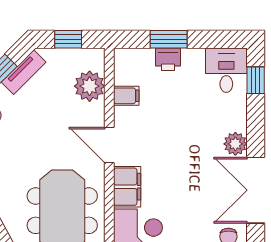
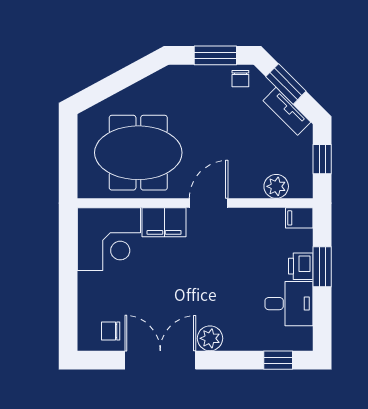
desk: (226, 70) -> (289, 304), moved
plant: (90, 86) -> (276, 186), width x0.73, depth x0.73
filing cabinet: (126, 96) -> (299, 218), moved, turned 90

